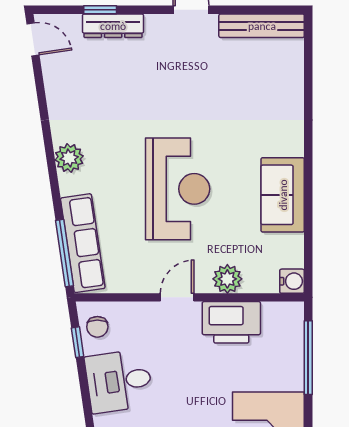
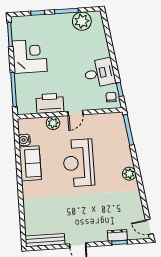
dresser: (113, 26) -> (117, 235), width x0.70
row of seats: (83, 243) -> (120, 135), removed
water cooler: (292, 281) -> (24, 140), moved

